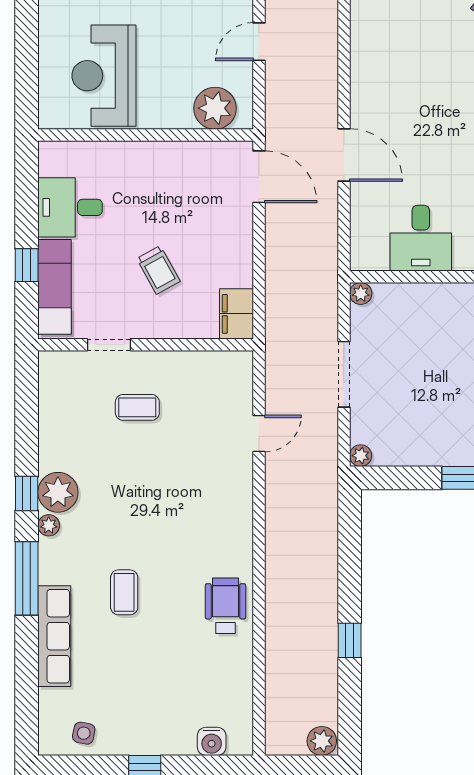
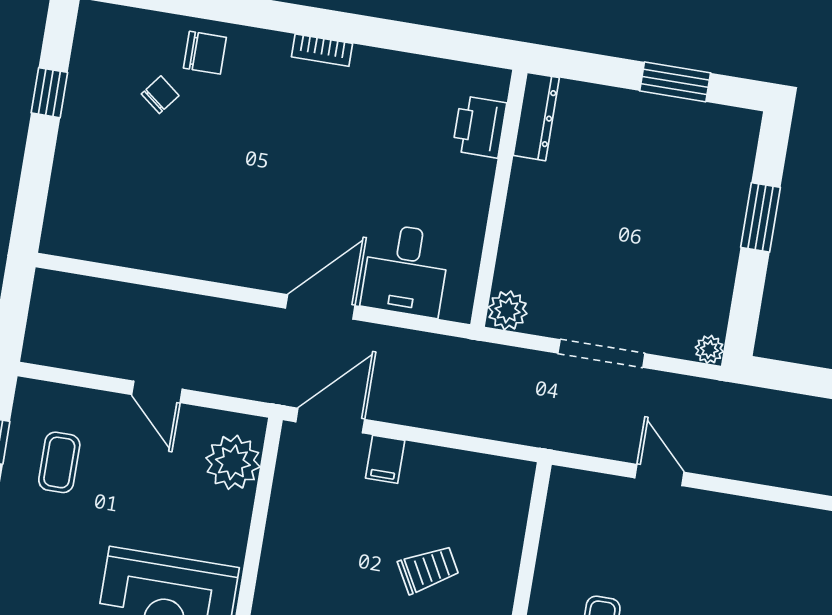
desk: (421, 238) -> (406, 270), moved, turned 90
plant: (361, 293) -> (508, 310), width x1.38, depth x1.38
filing cabinet: (236, 314) -> (385, 459), moved, width x0.50

